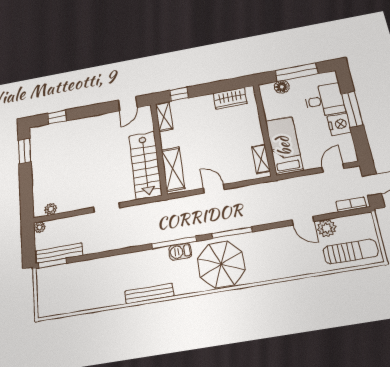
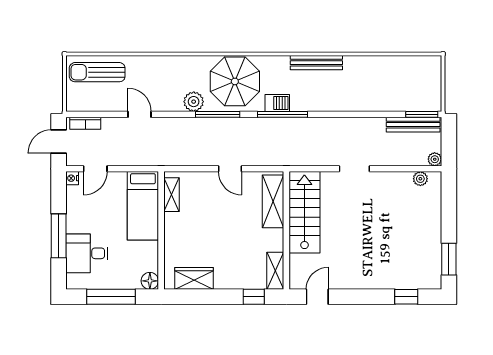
floor lamp: (282, 87) -> (150, 281), moved
nightstand: (339, 124) -> (72, 178), moved, width x0.53, depth x0.56
plant: (327, 228) -> (194, 102), moved

